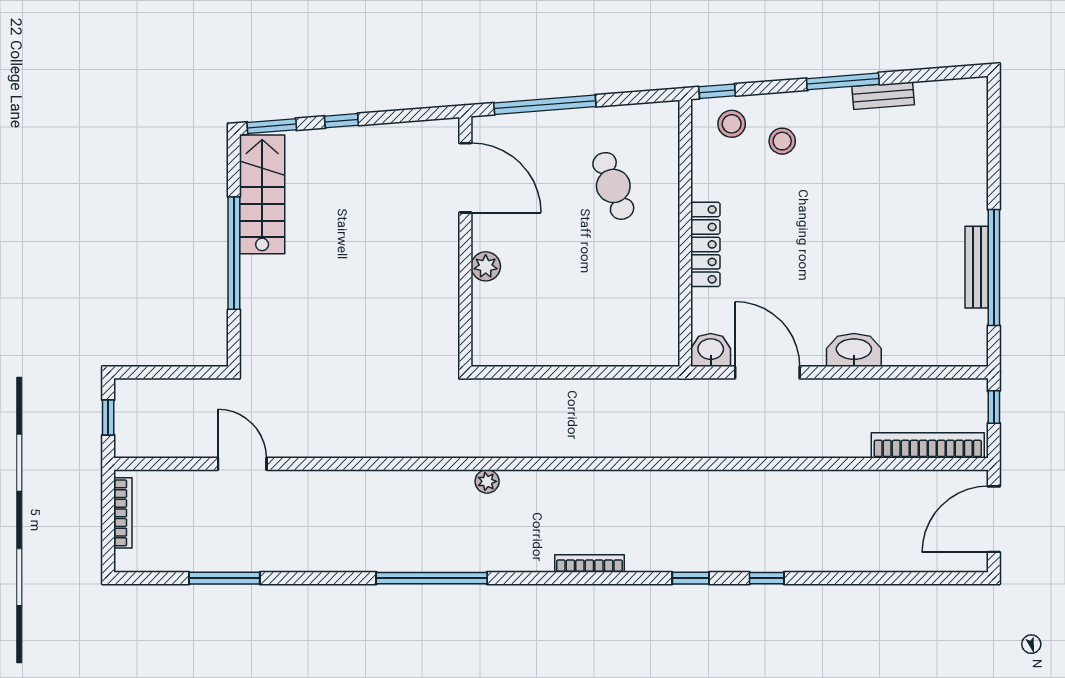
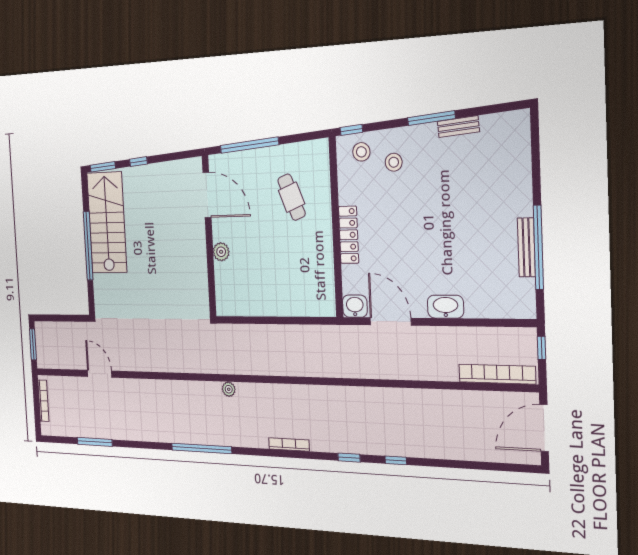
stairs: (262, 194) -> (107, 223), width x1.36, depth x1.51
window: (108, 417) -> (33, 344), width x1.50

